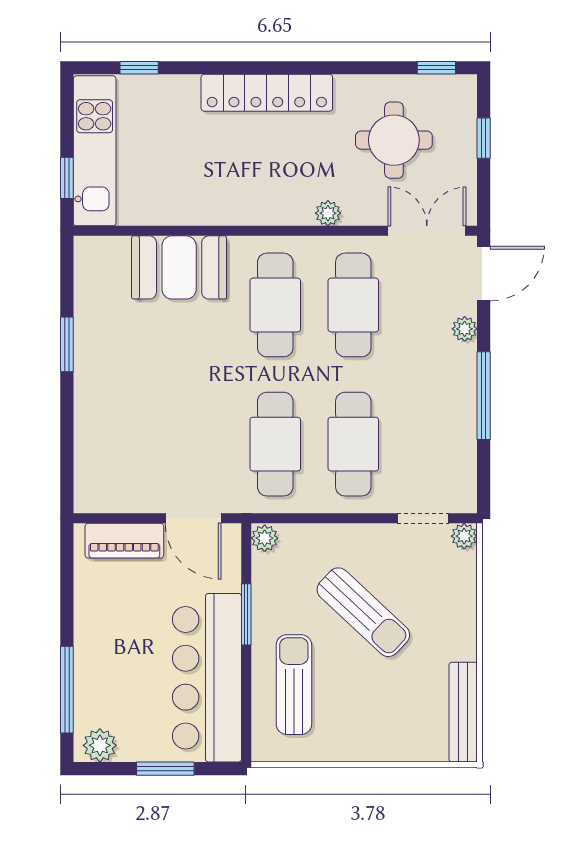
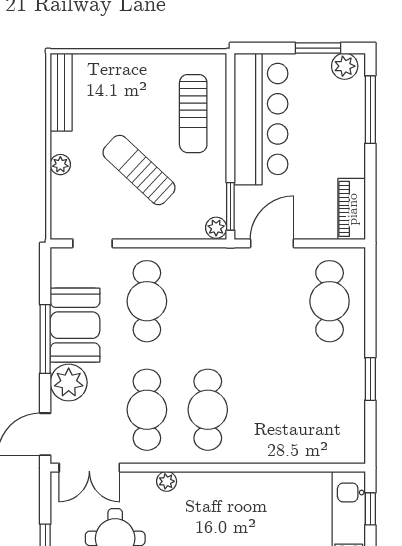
booth: (179, 267) -> (75, 325), moved, turned 90
plant: (465, 329) -> (69, 383), width x1.87, depth x1.87
cafe table: (275, 444) -> (330, 301), moved
door: (193, 518) -> (272, 243), hinge flipped
plant: (464, 536) -> (60, 165), moved
piano: (124, 541) -> (352, 209), moved, turned -90
window: (246, 614) -> (230, 206), moved
window: (165, 769) -> (318, 48), moved

